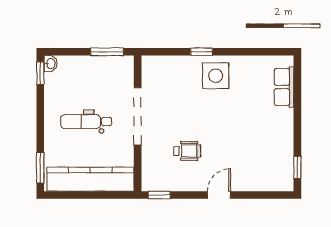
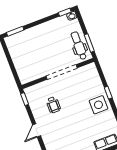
dental chair: (86, 122) -> (79, 46), moved
kitchen counter: (90, 179) -> (19, 60), removed
door: (219, 195) -> (37, 130), swing flipped

